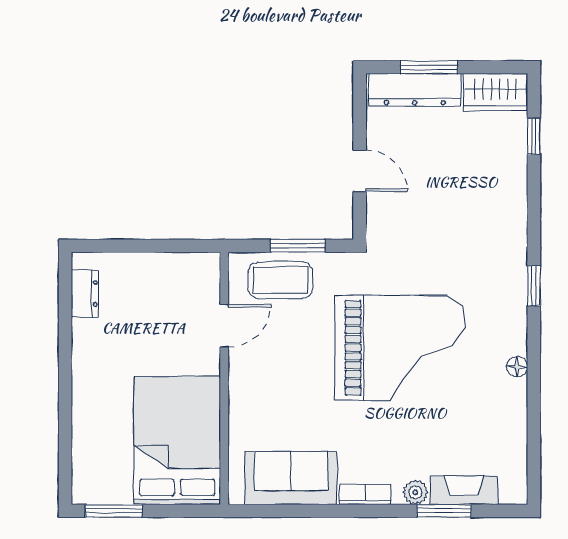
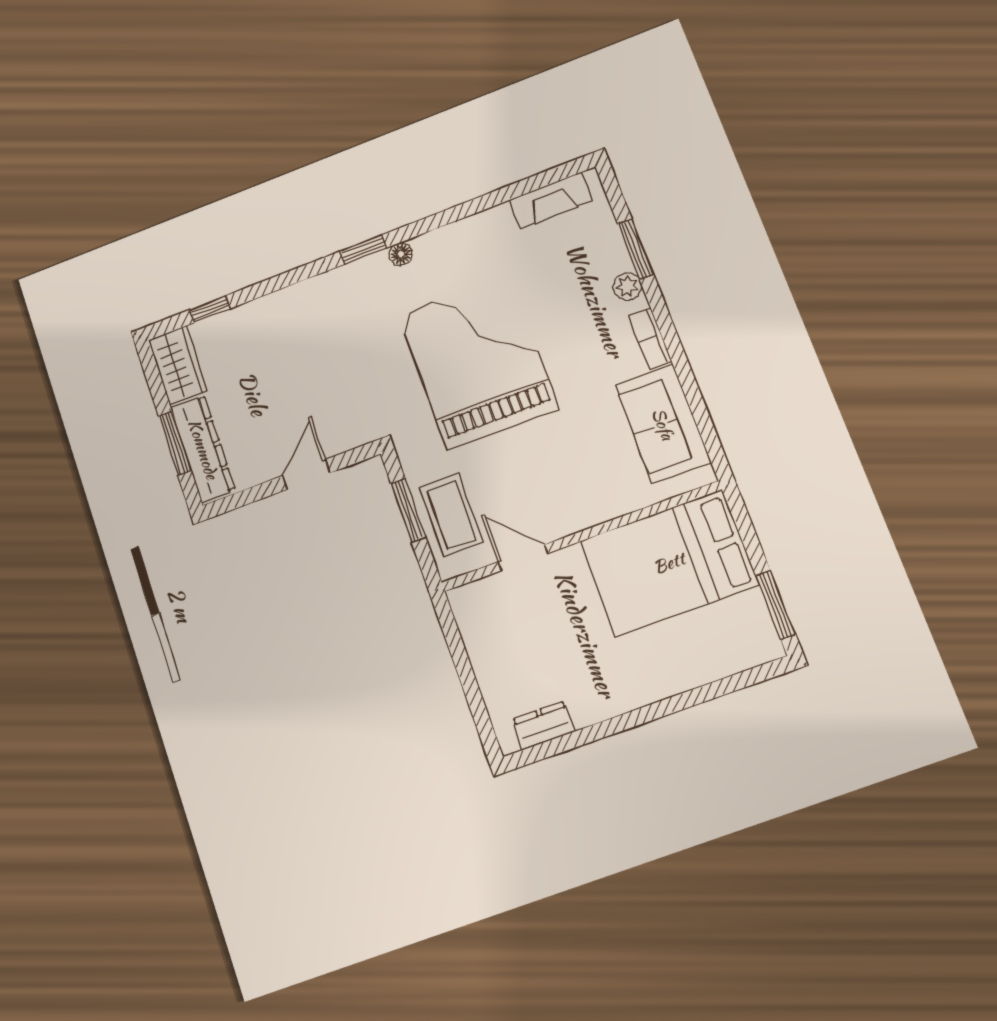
floor lamp: (517, 367) -> (401, 254), moved
fireplace: (464, 490) -> (551, 201), moved, turned -90

